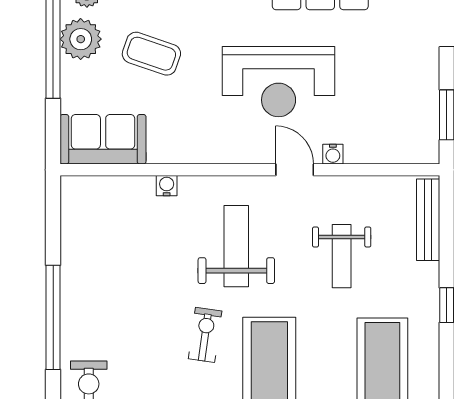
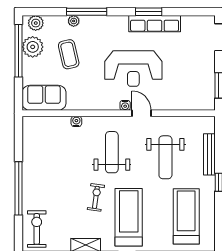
coffee table: (151, 54) -> (69, 54), turned 58
water cooler: (333, 154) -> (125, 105), moved
bench: (428, 220) -> (209, 154), moved
weight bench: (342, 256) -> (165, 157), width x1.36, depth x1.33

